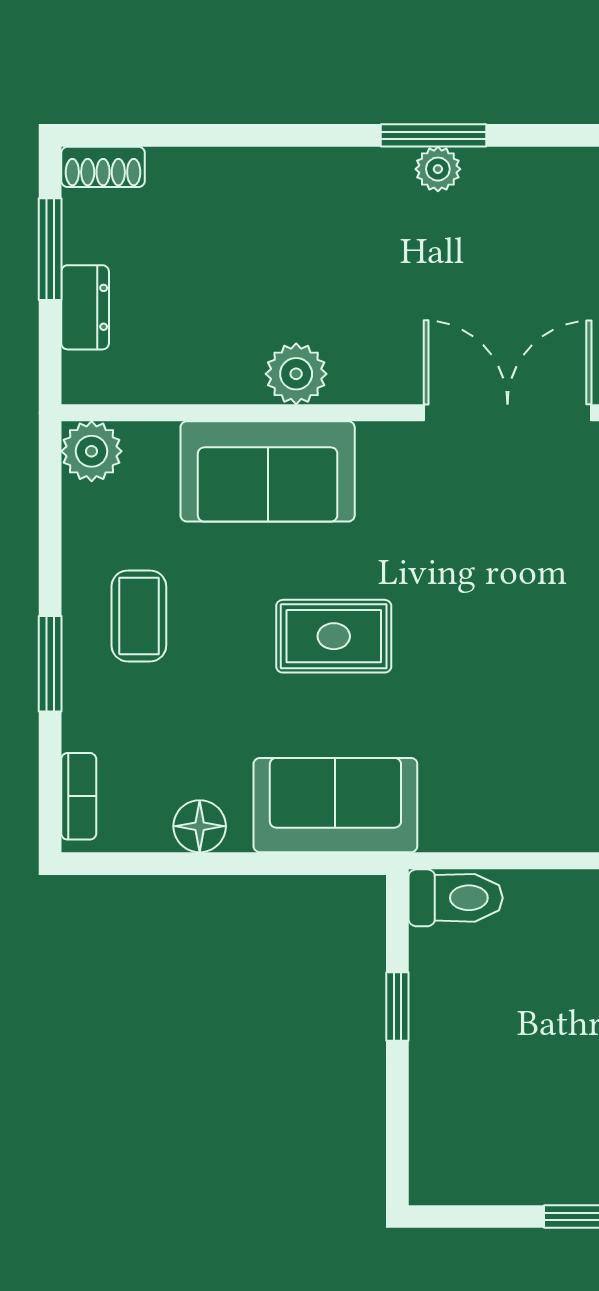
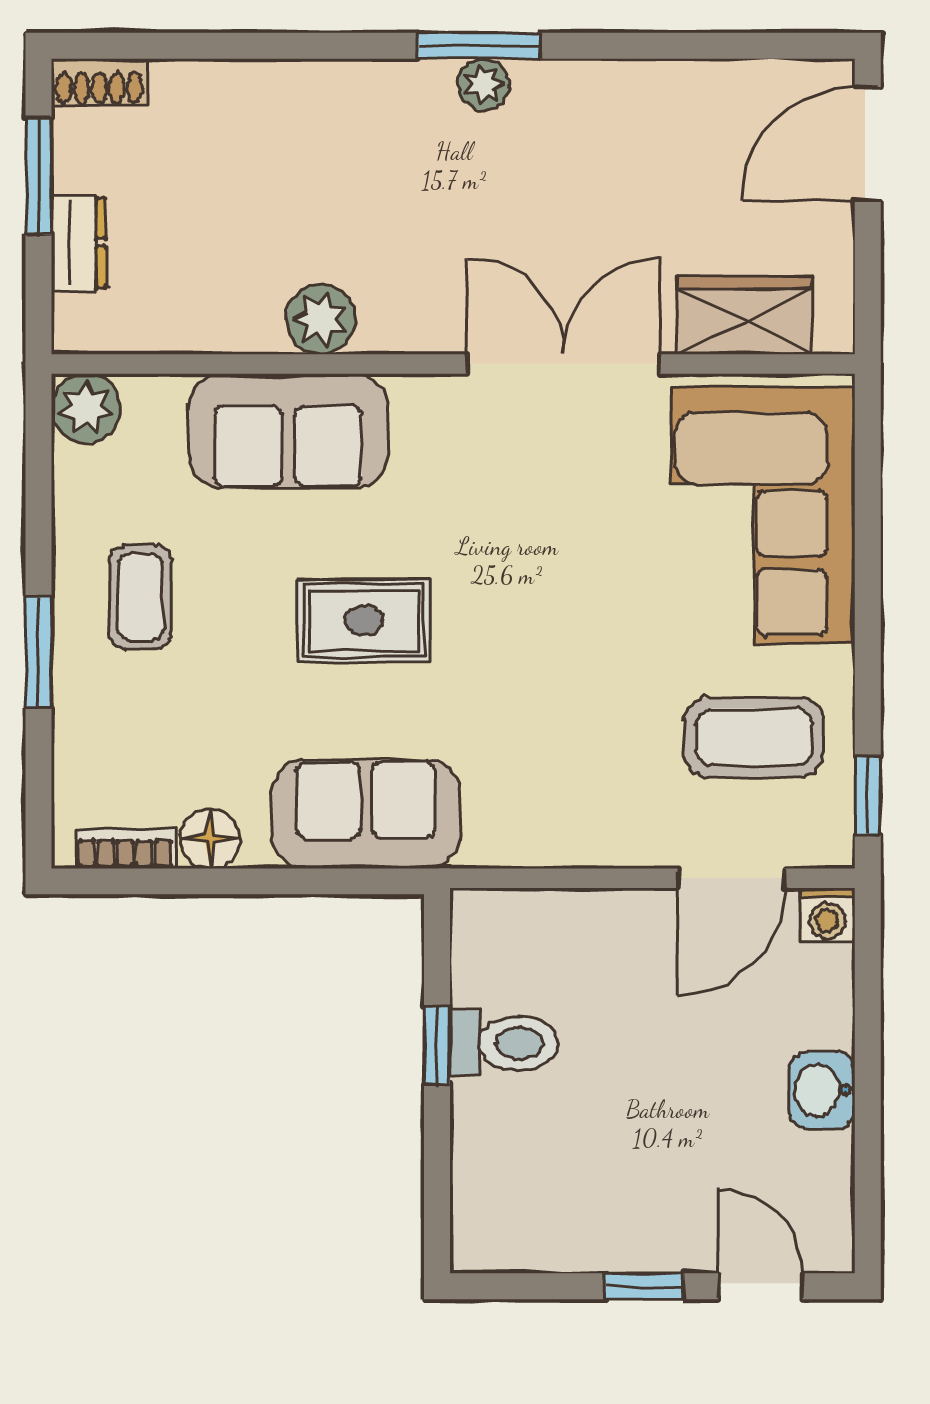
bookcase: (79, 796) -> (125, 849), moved, turned -90
toilet: (456, 898) -> (504, 1043), moved

